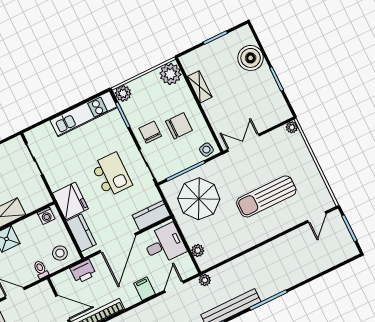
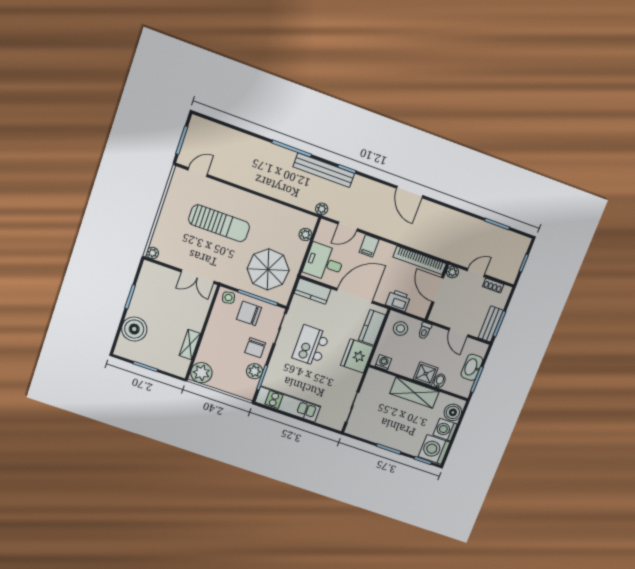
plant: (123, 93) -> (254, 371), moved
chair: (179, 126) -> (249, 313), moved

